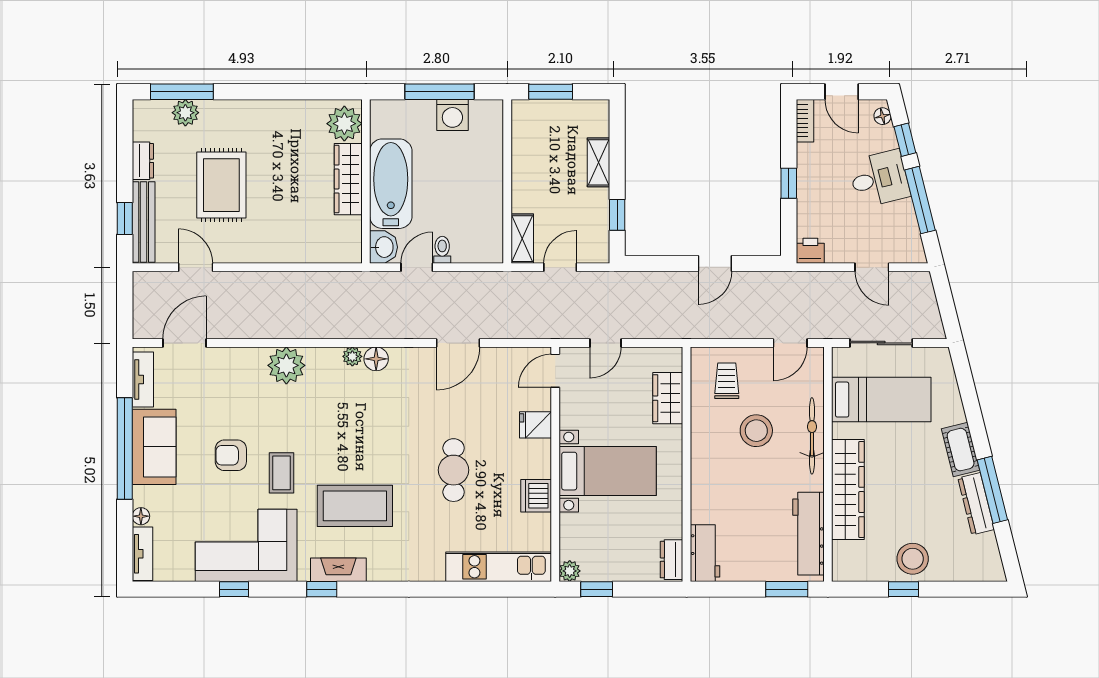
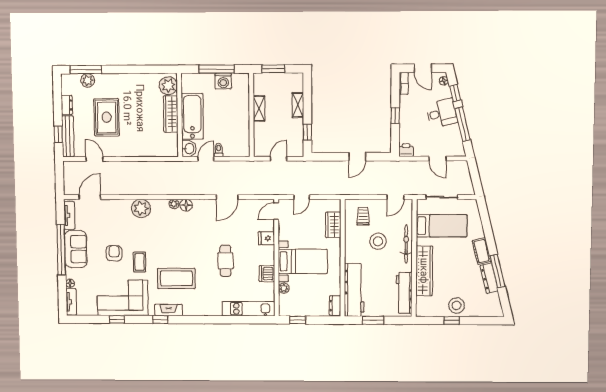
shelving: (522, 239) -> (259, 108), moved
armchair: (231, 455) -> (114, 253), turned 90
workbench: (705, 553) -> (354, 290), width x1.88, depth x1.32
plant: (570, 571) -> (284, 288), moved
window: (787, 589) -> (373, 320), moved

